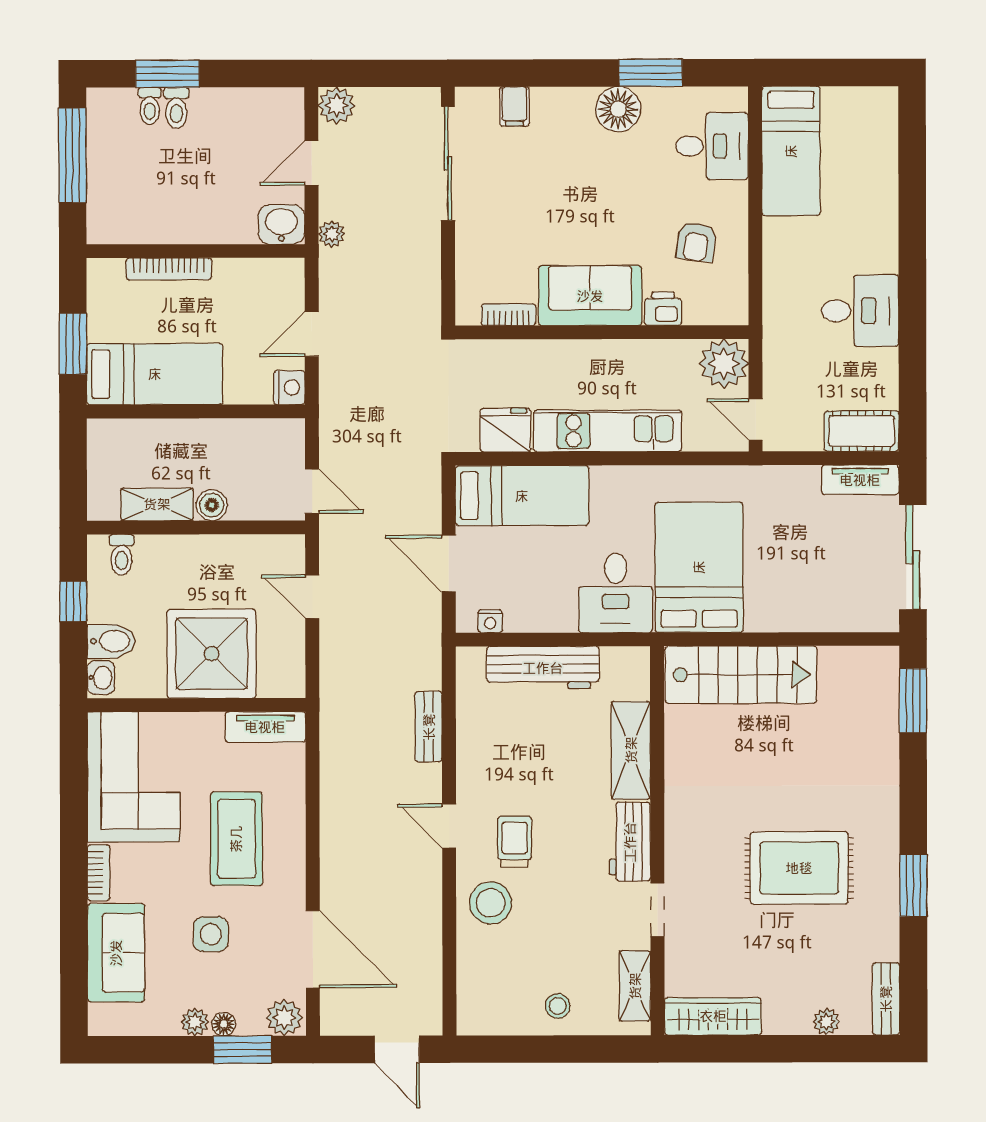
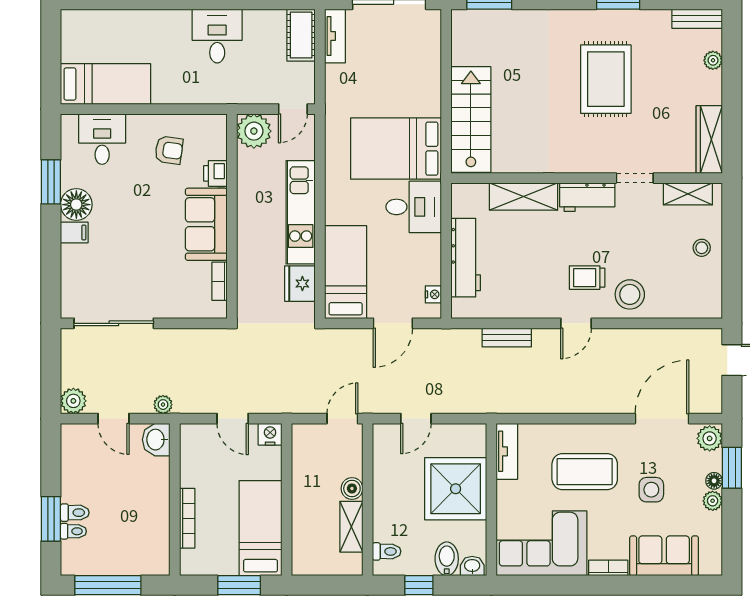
filing cabinet: (514, 106) -> (74, 233), moved

